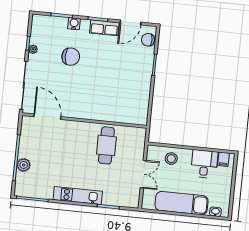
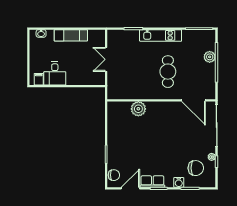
chair: (71, 57) -> (196, 168), moved, turned 180
plant: (112, 113) -> (138, 109), added
cafe table: (106, 145) -> (168, 72), moved
stool: (171, 159) -> (84, 75), removed
exam couch: (182, 203) -> (71, 35), width x0.73, depth x0.69

